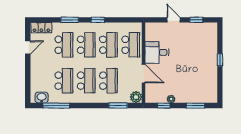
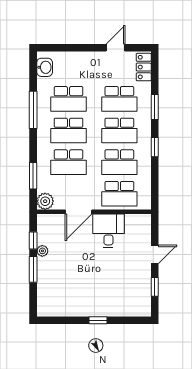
door: (28, 47) -> (116, 48), swing flipped
window: (56, 106) -> (33, 110), moved
window: (195, 106) -> (33, 269), moved

